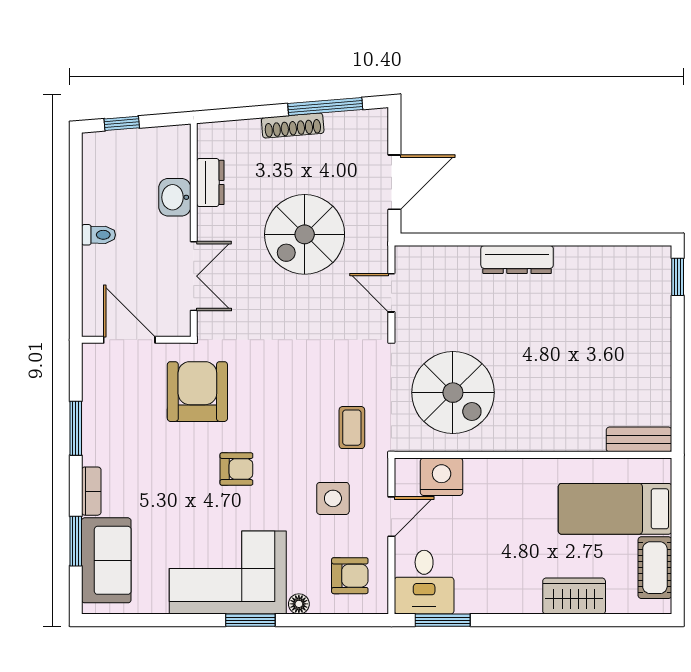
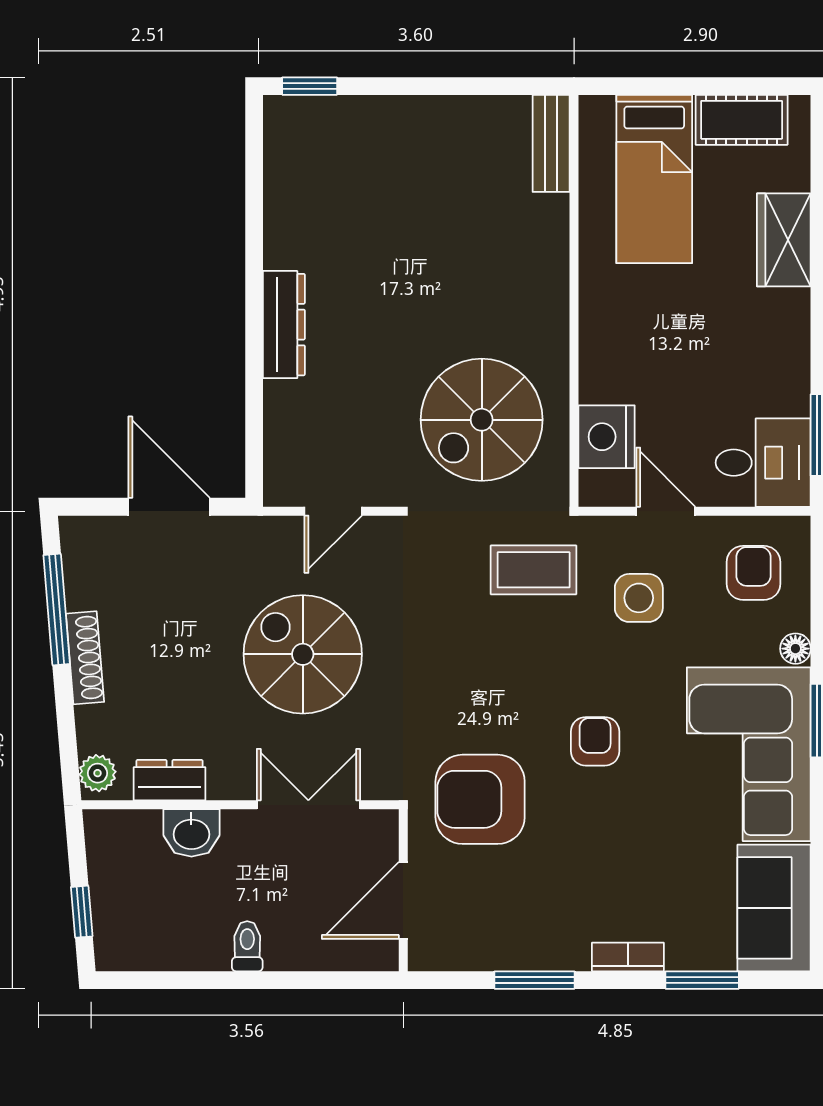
plant: (215, 134) -> (98, 773), added
spiral stairs: (305, 234) -> (303, 654), moved, turned 180
spiral stairs: (453, 393) -> (482, 420), turned 180
coffee table: (352, 428) -> (534, 570), width x1.36, depth x1.30
sofa: (106, 560) -> (774, 908), moved, turned -90

